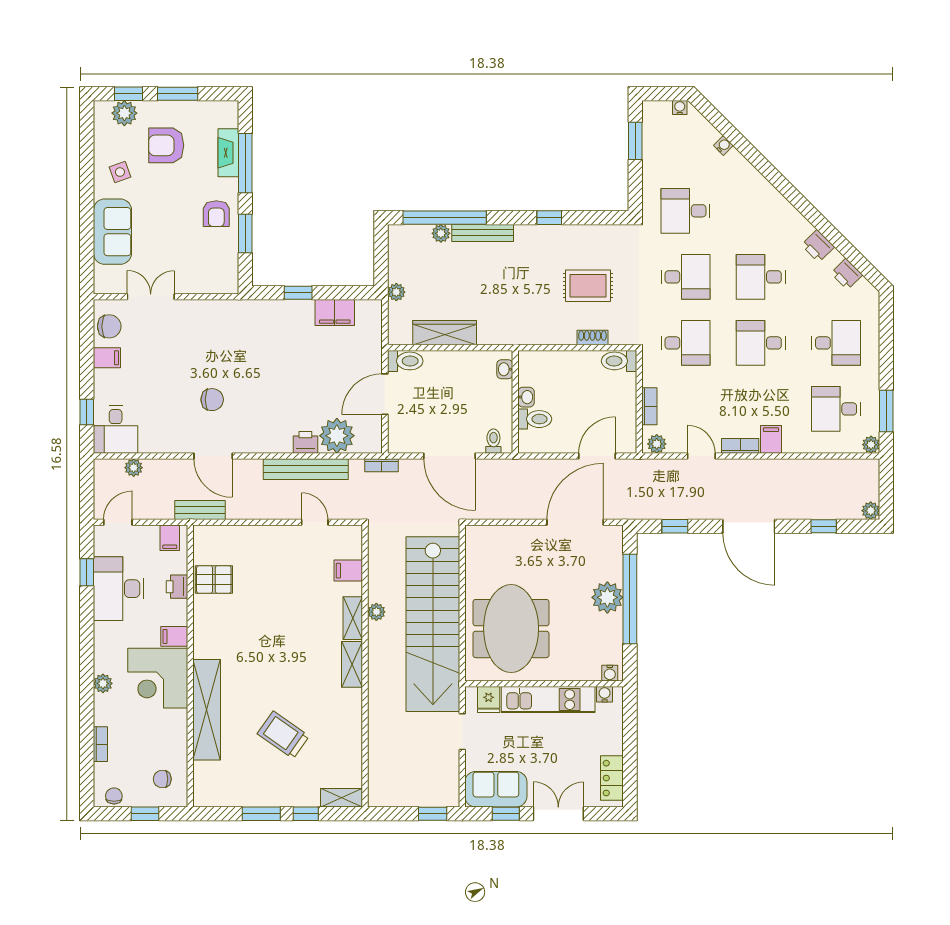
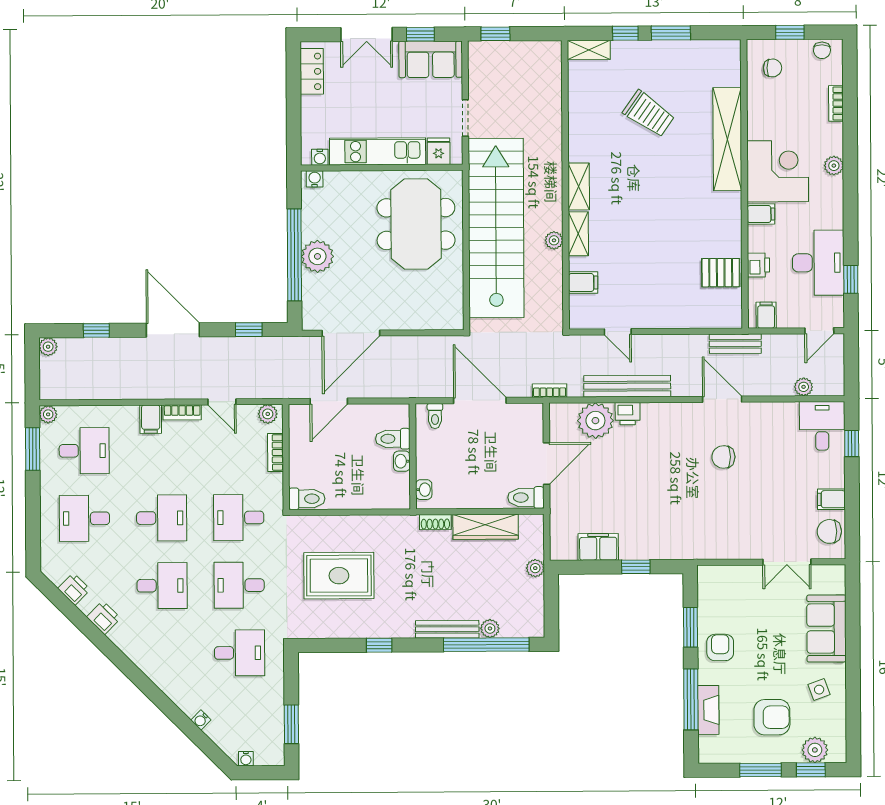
rug: (588, 286) -> (339, 576), width x1.36, depth x1.43
shoe rack: (592, 338) -> (435, 522), moved

